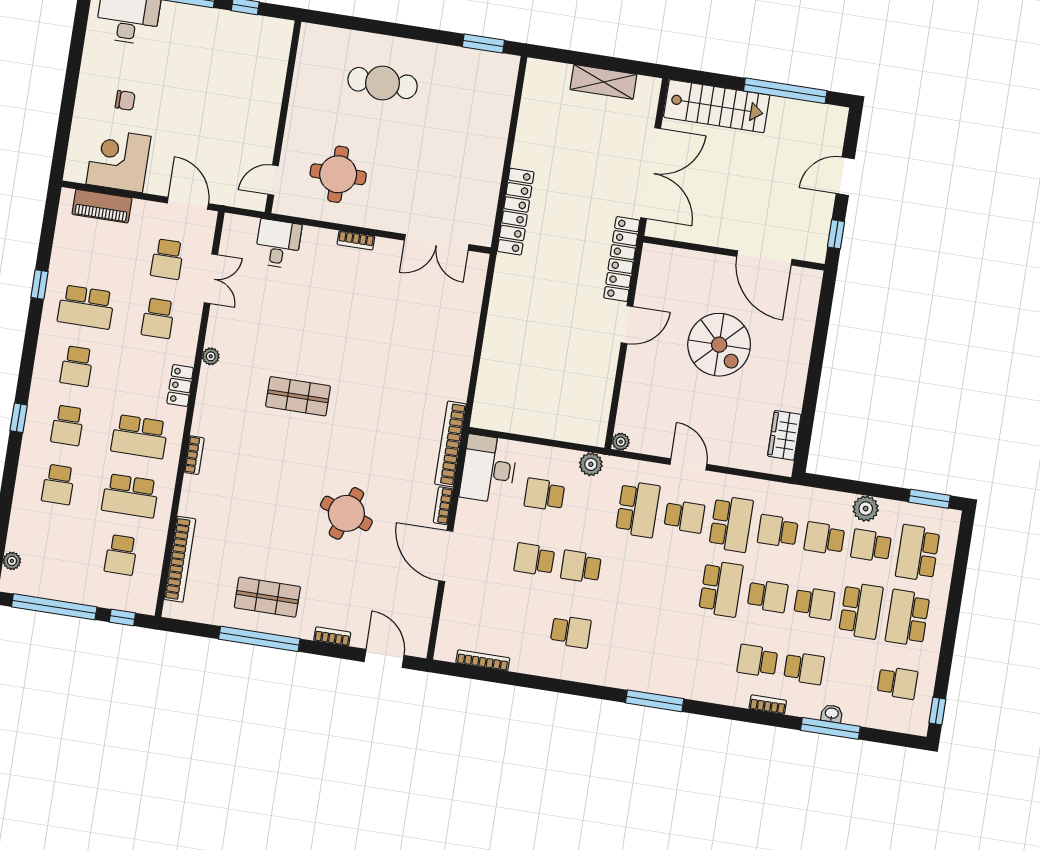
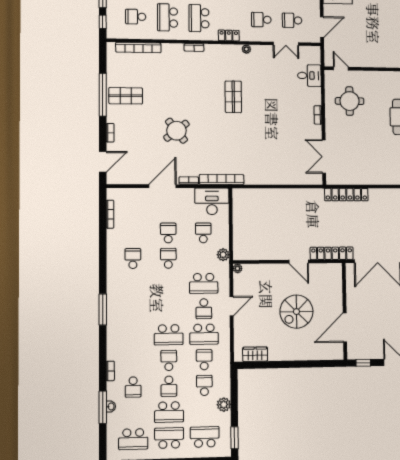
round table: (346, 513) -> (176, 131), turned 33
school desk: (871, 546) -> (205, 411), removed
school desk: (768, 596) -> (169, 360), turned 180
shop shelf: (267, 597) -> (126, 96), turned 90
school desk: (571, 632) -> (133, 259), turned 180
school desk: (757, 661) -> (133, 361), removed
school desk: (897, 683) -> (133, 439), width x1.85

